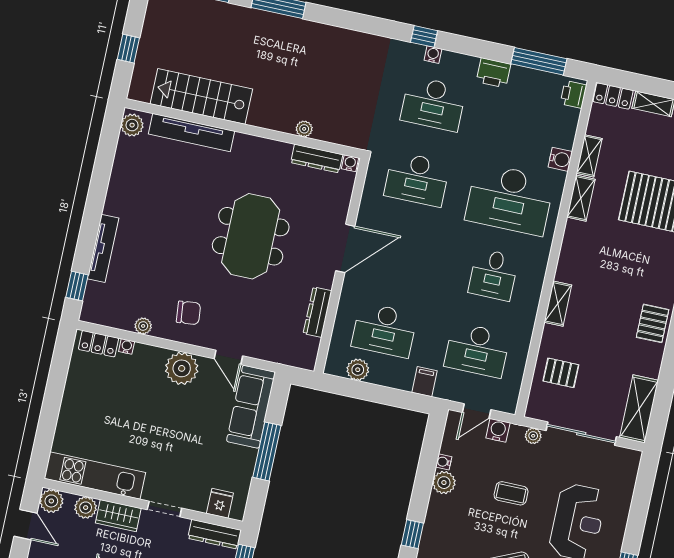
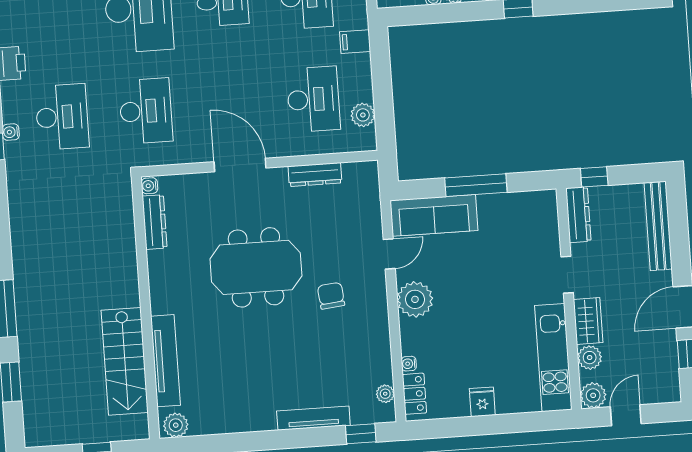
plant: (304, 129) -> (127, 244), removed
chair: (188, 313) -> (331, 296), moved
plant: (143, 326) -> (385, 394), moved
fridge: (220, 503) -> (482, 402), moved, turned 90

